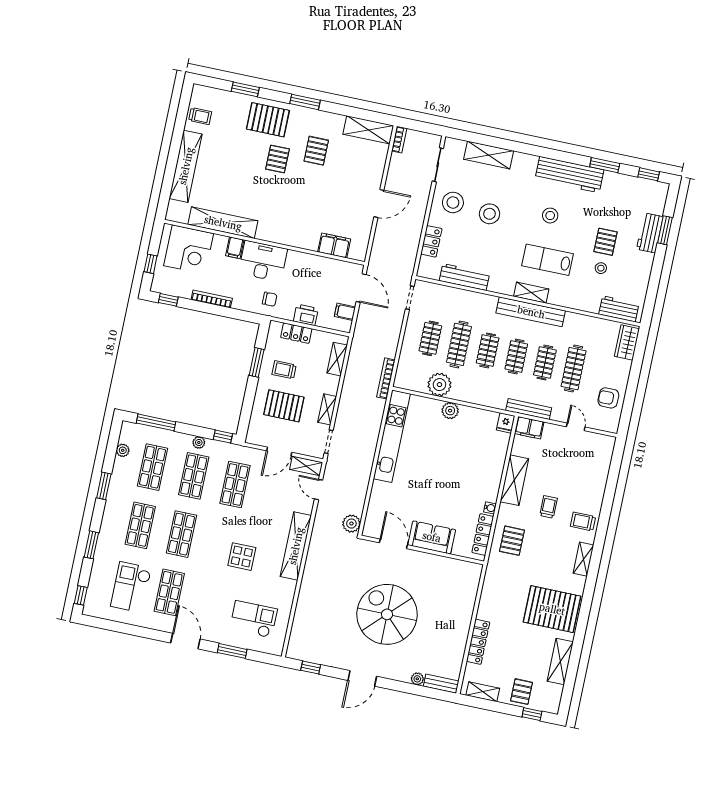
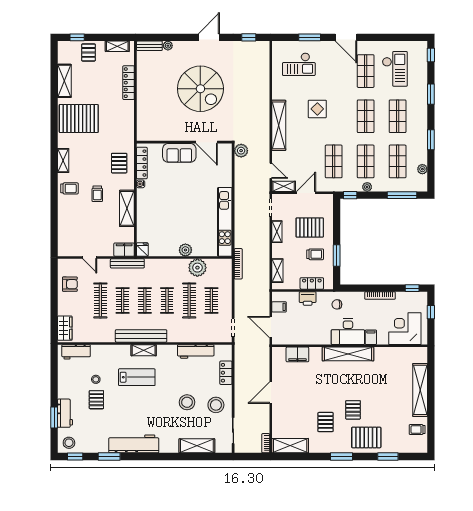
stool: (550, 216) -> (69, 443), moved
shelving: (223, 223) -> (348, 354), moved

